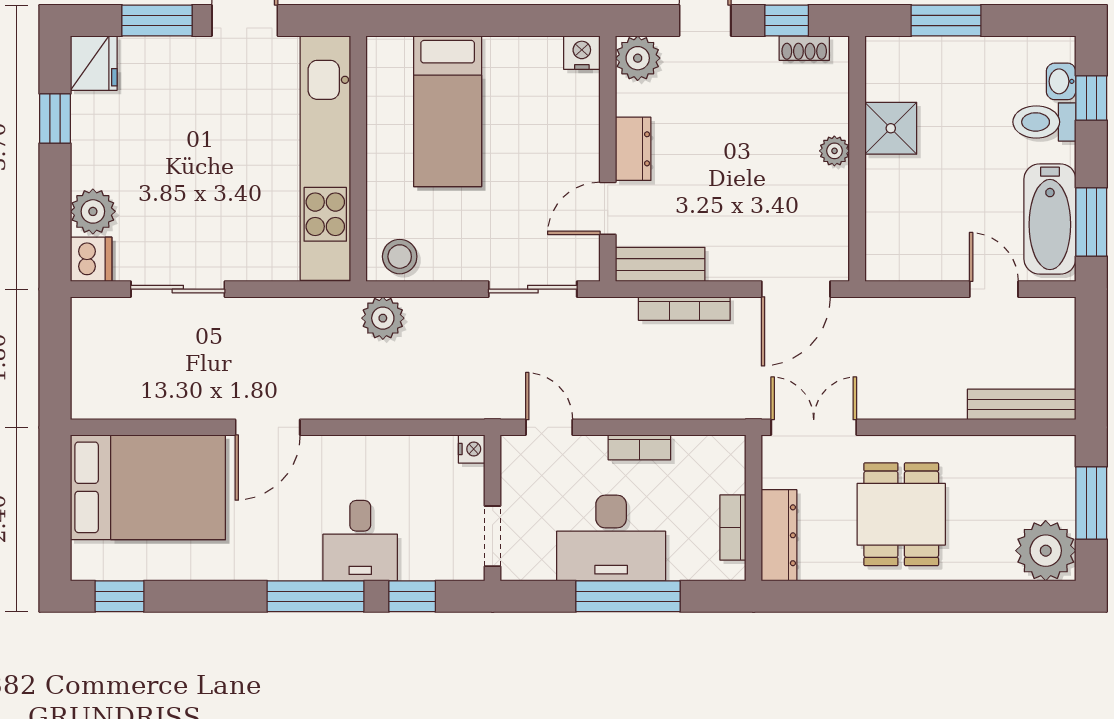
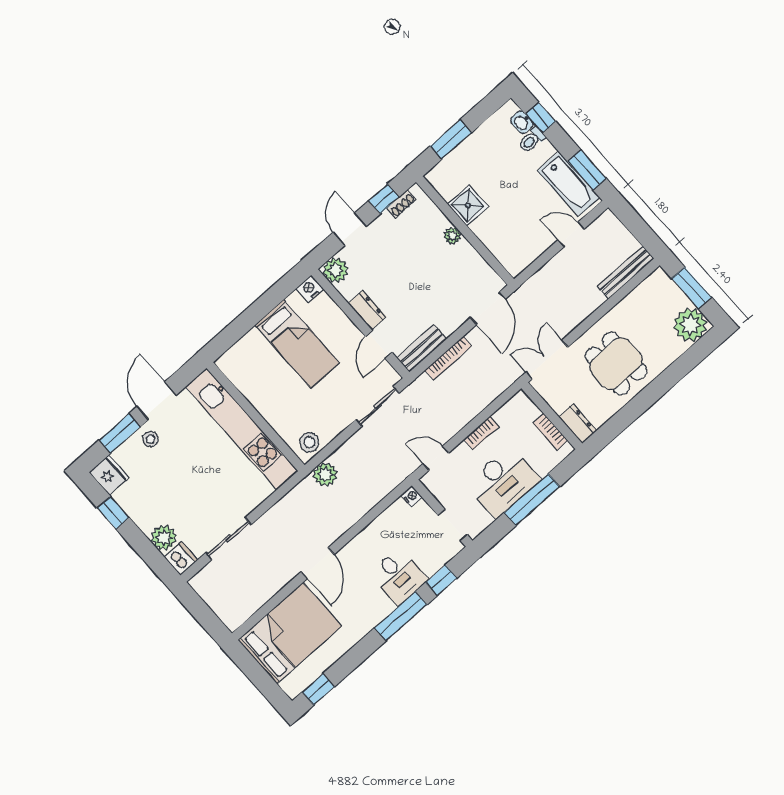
stool: (192, 64) -> (151, 439), added
bed: (448, 111) -> (297, 344), moved
toilet: (1044, 122) -> (532, 140), width x0.73, depth x0.72
dresser: (779, 535) -> (578, 424), width x0.70

